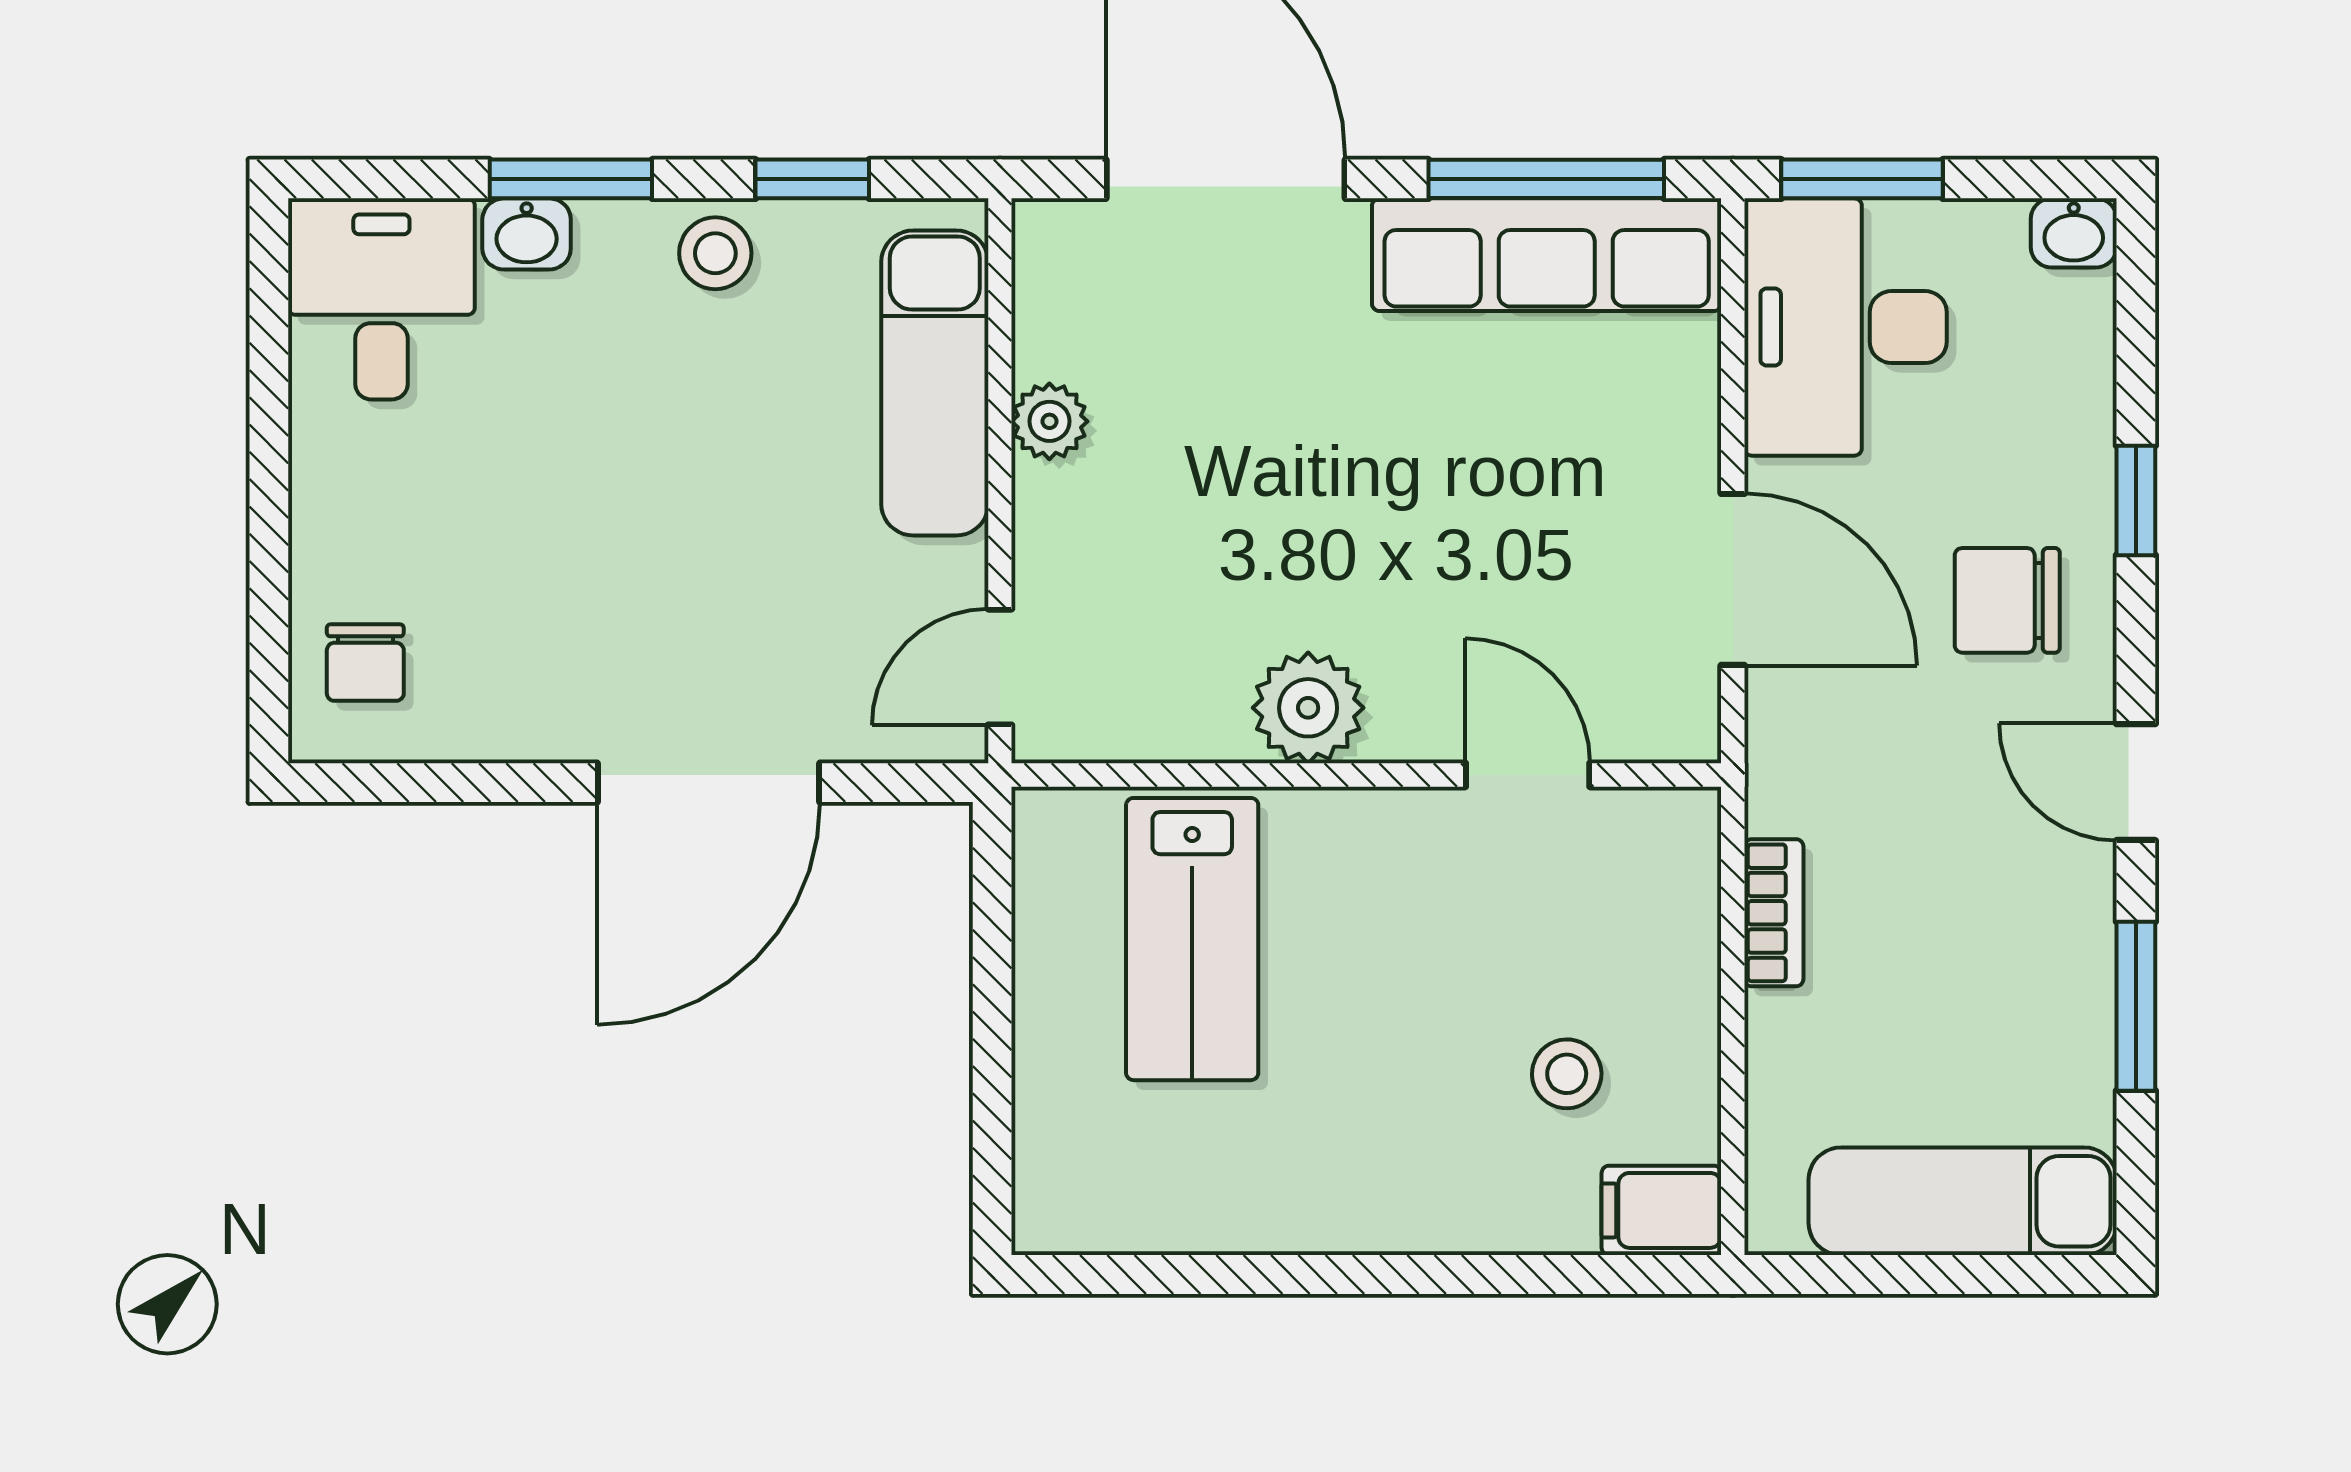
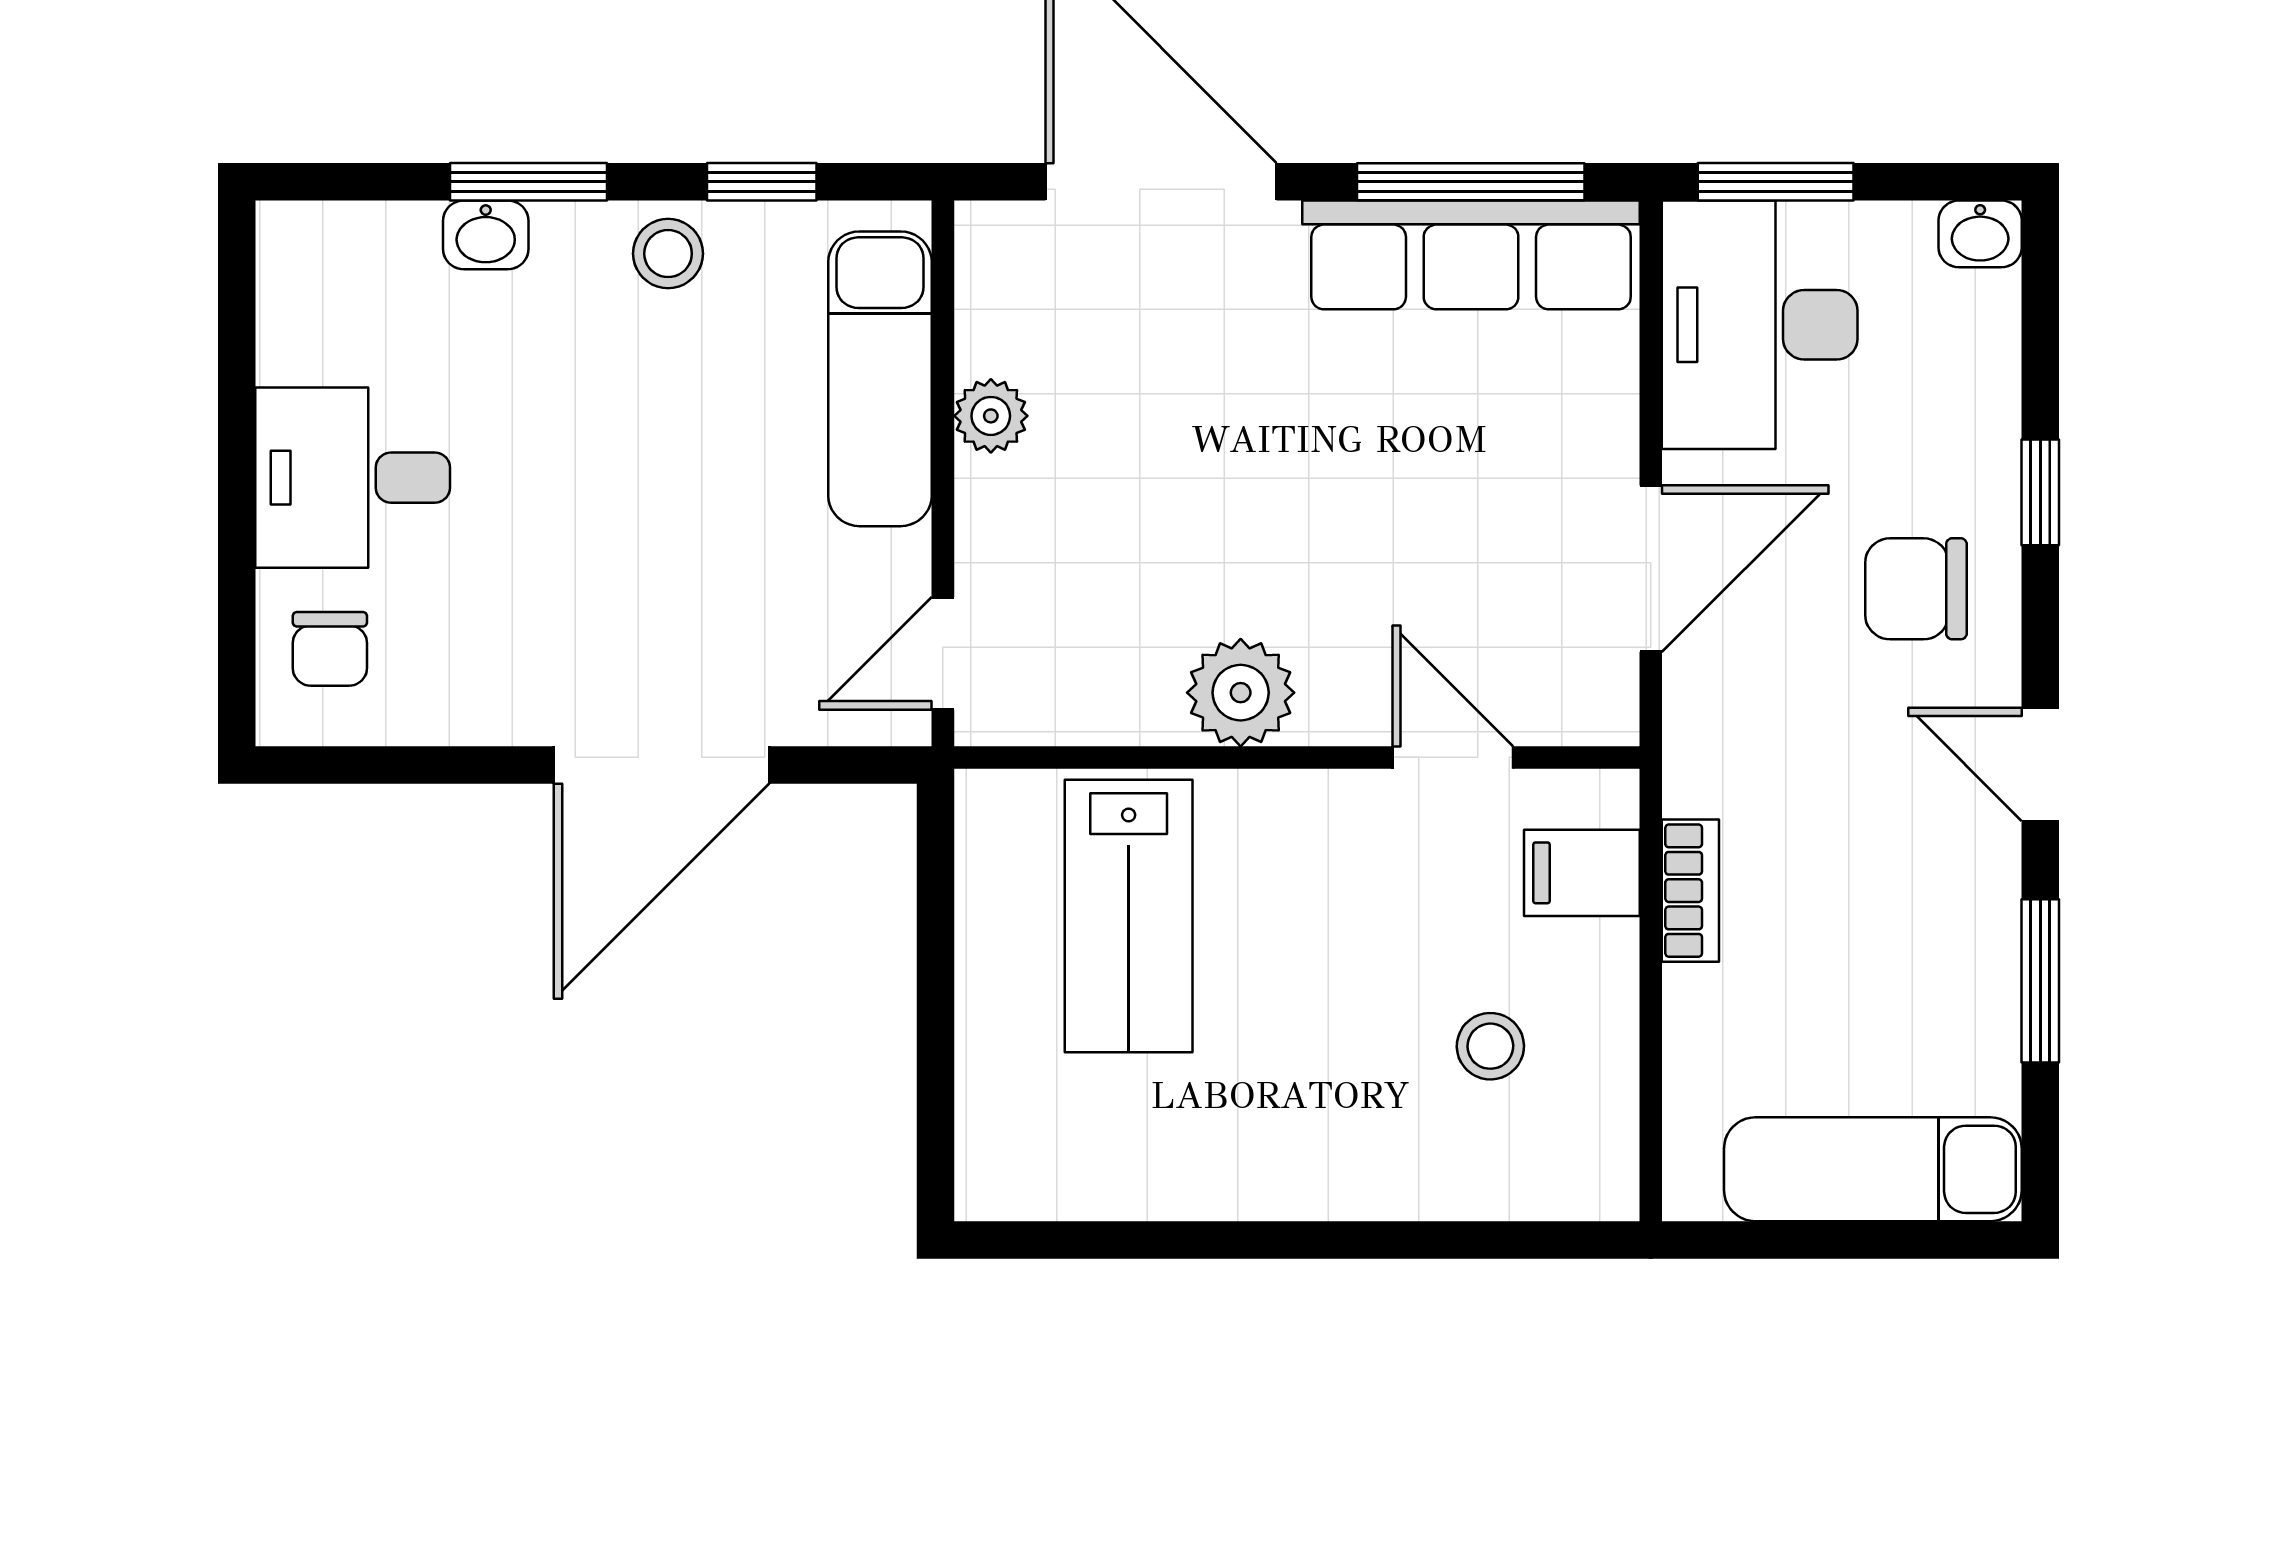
desk: (381, 299) -> (353, 478), moved, turned -90
door: (1733, 579) -> (1651, 569), hinge flipped
filing cabinet: (1661, 1210) -> (1582, 873), moved

